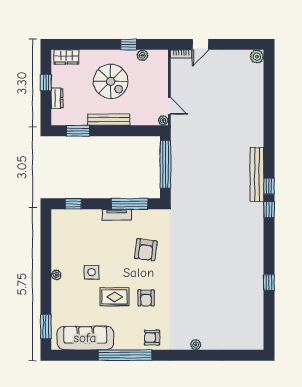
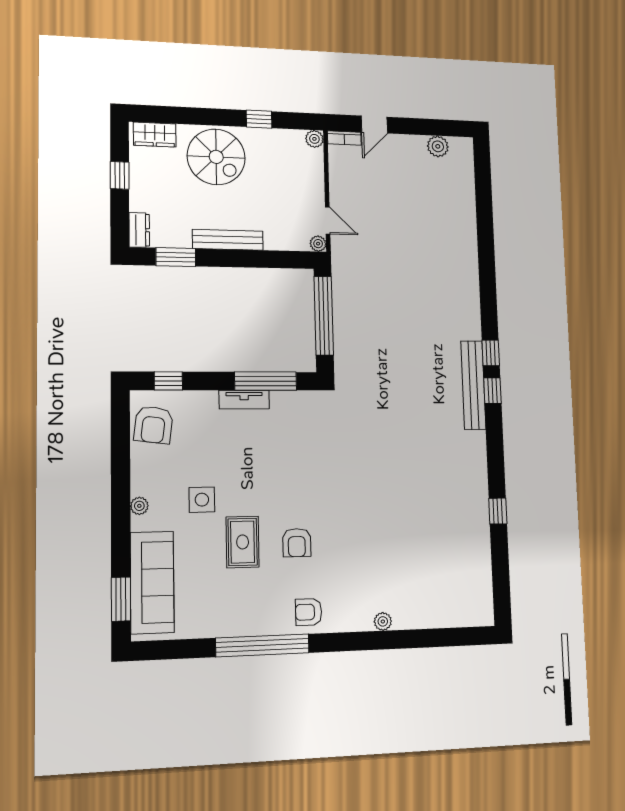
plant: (142, 55) -> (314, 139), moved
plant: (257, 57) -> (438, 146), moved
spiral stairs: (111, 81) -> (216, 157), moved
dresser: (57, 98) -> (139, 230), moved
bench: (257, 174) -> (473, 385), moved
armchair: (146, 250) -> (153, 425), moved
rug: (115, 297) -> (243, 542), turned 90
sofa: (85, 338) -> (152, 582), moved, turned 90

